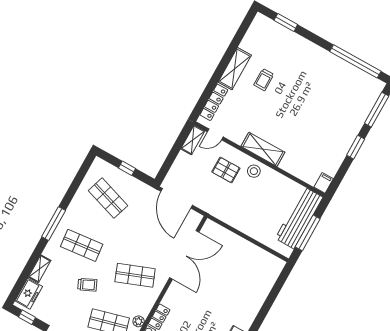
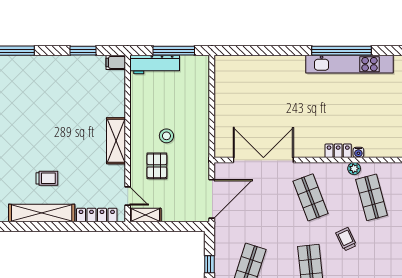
shelving: (235, 69) -> (42, 213), width x1.47
window: (356, 147) -> (83, 51), moved
stool: (254, 171) -> (166, 136), moved
workbench: (299, 218) -> (155, 64), width x0.73, depth x0.76

